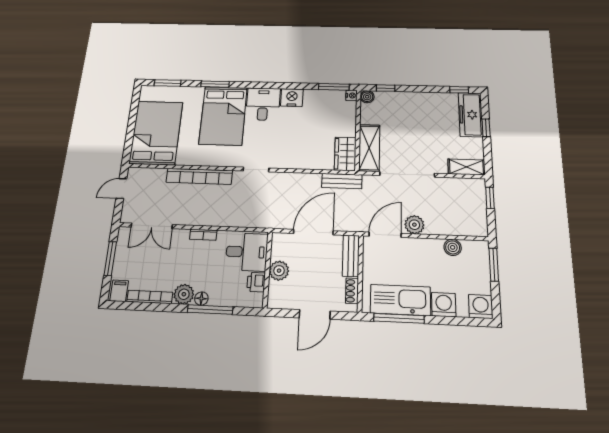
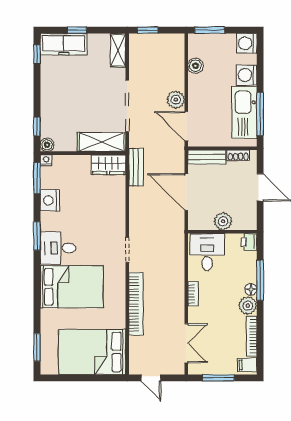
window: (215, 84) -> (37, 236), moved
nightstand: (292, 98) -> (50, 200), moved
printer: (256, 282) -> (249, 242), moved, turned 90

